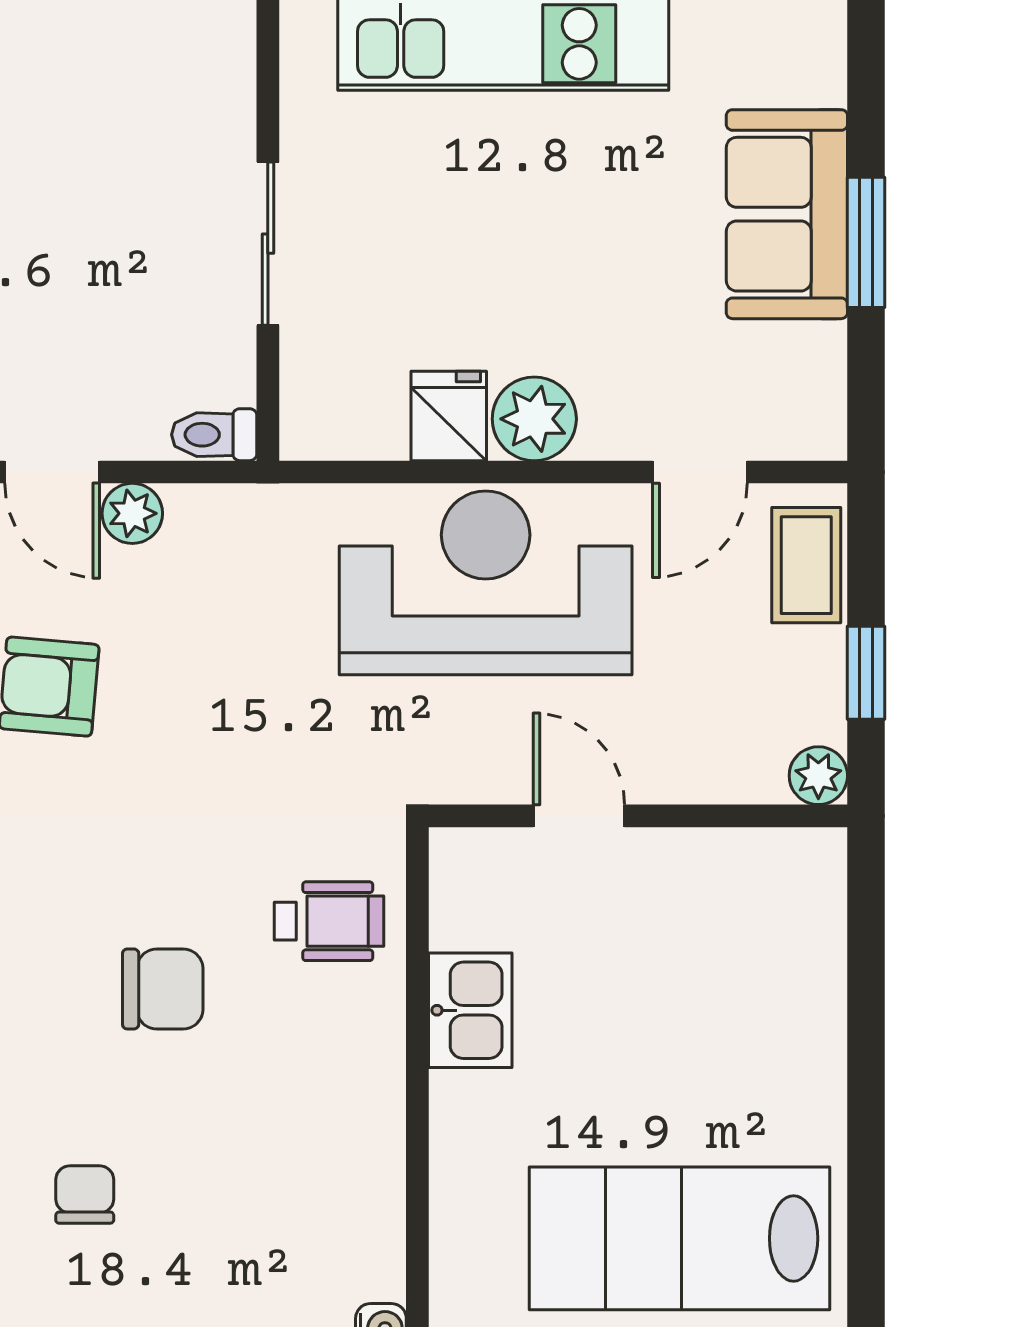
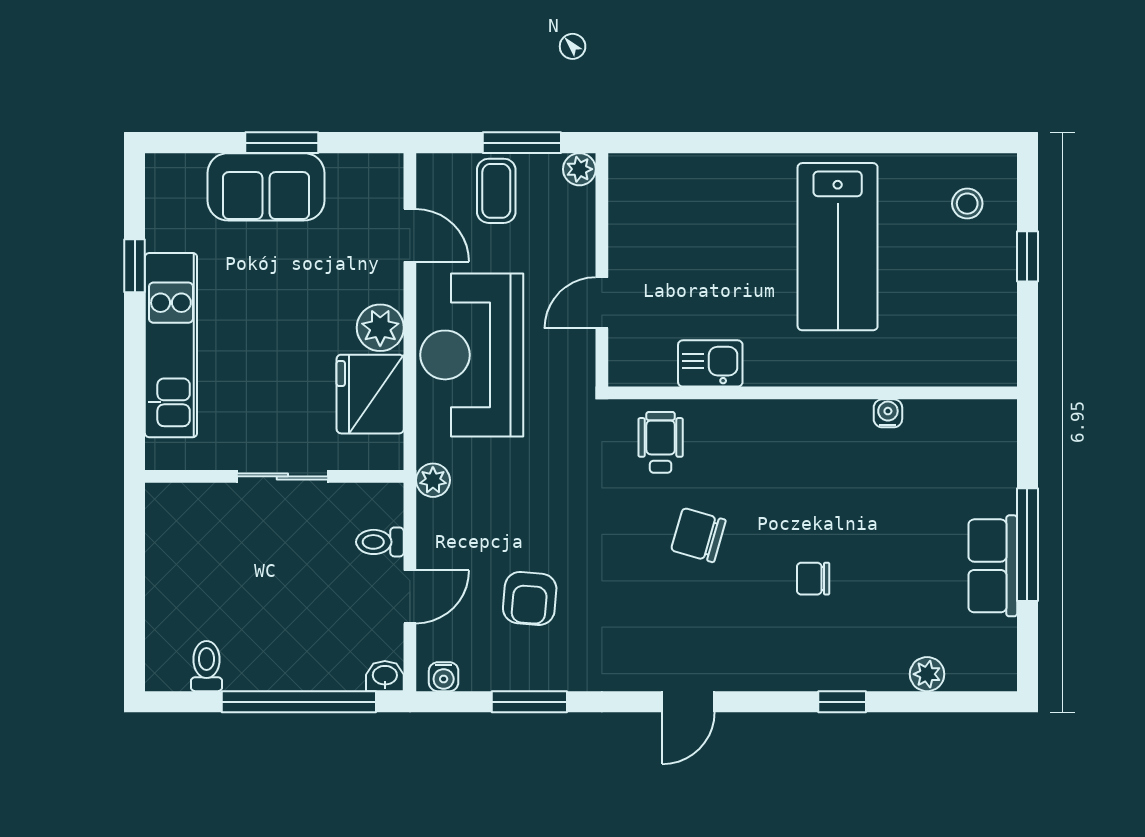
fridge: (449, 416) -> (370, 394), width x1.88, depth x1.34
toilet: (214, 435) -> (380, 542), moved, turned 90
plant: (132, 513) -> (433, 480), moved
coffee table: (806, 565) -> (496, 191), moved, turned 90
window: (866, 673) -> (522, 143), width x1.50
chair: (163, 989) -> (698, 535), turned -74

